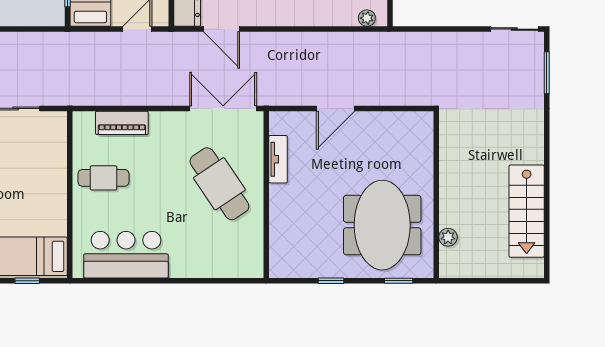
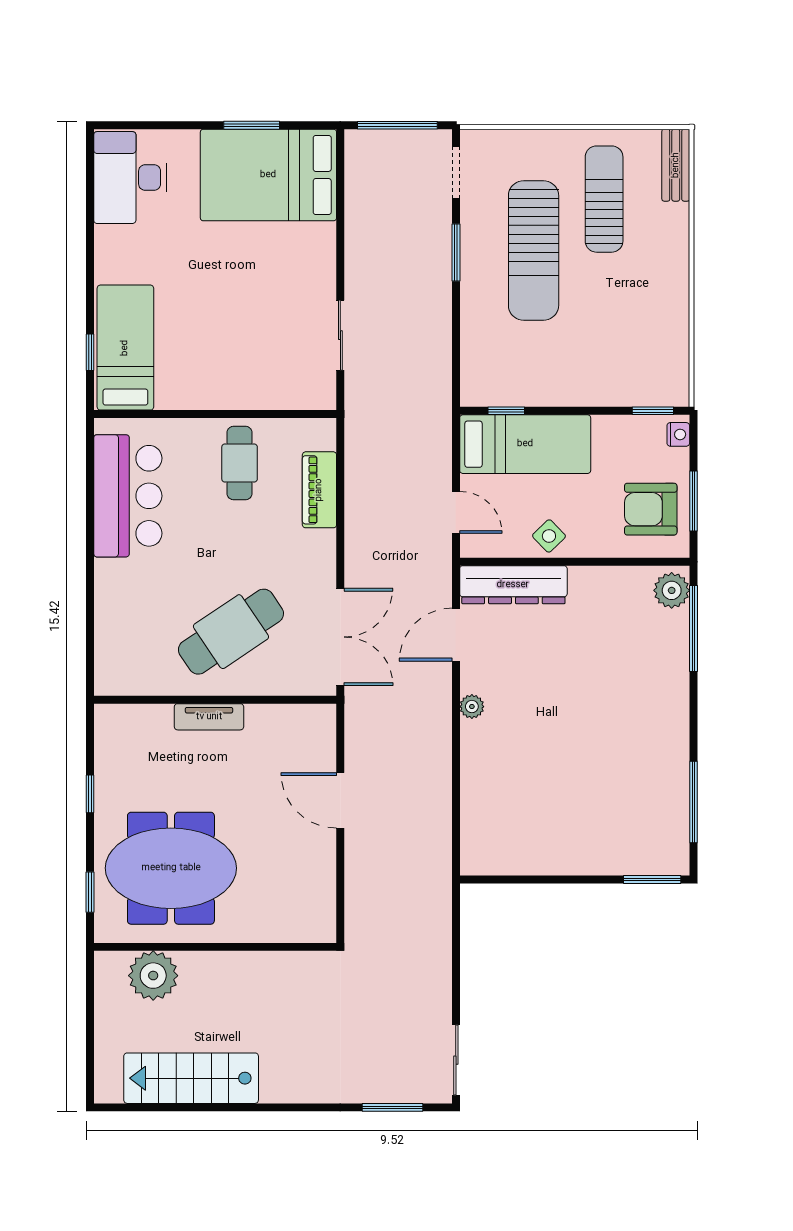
plant: (367, 18) -> (472, 707), moved
tv unit: (278, 159) -> (209, 717), moved
plant: (448, 237) -> (153, 976), width x1.88, depth x1.88

